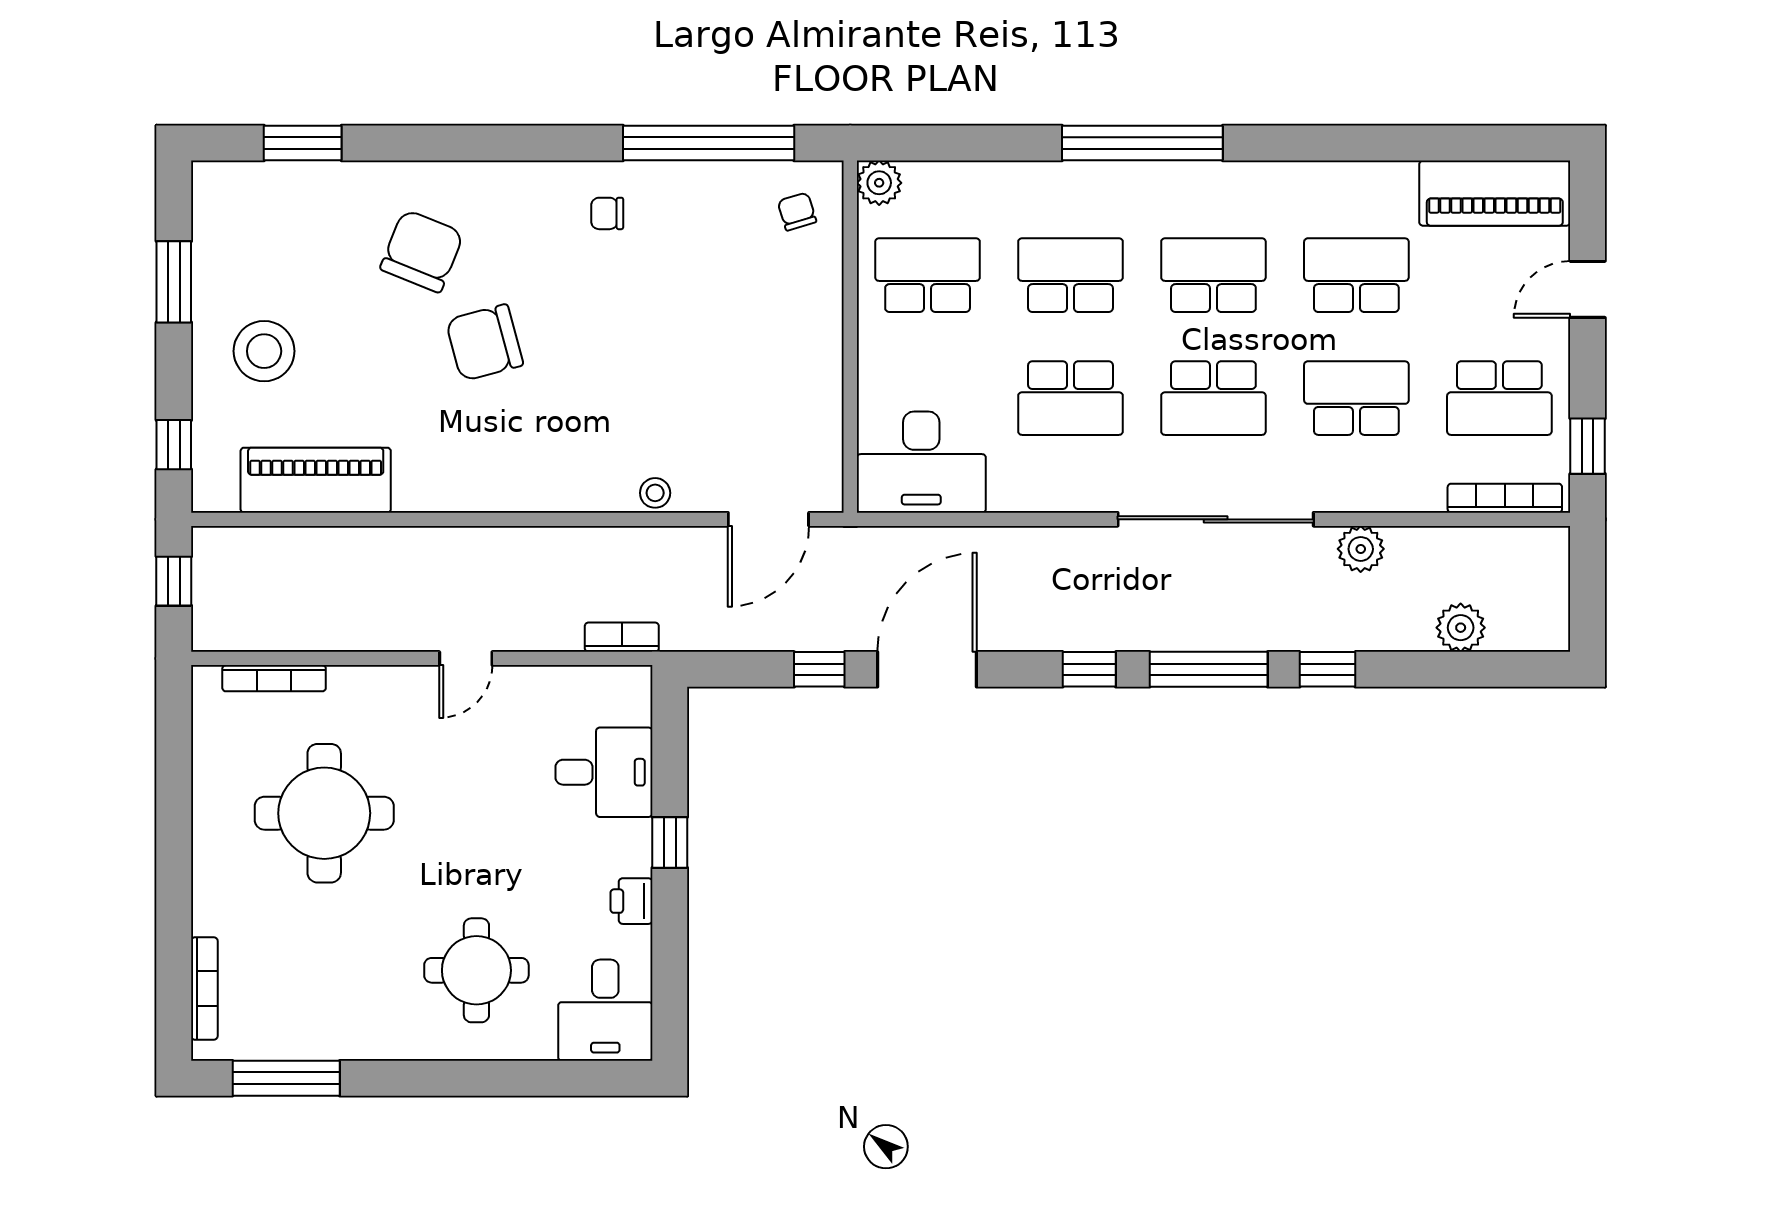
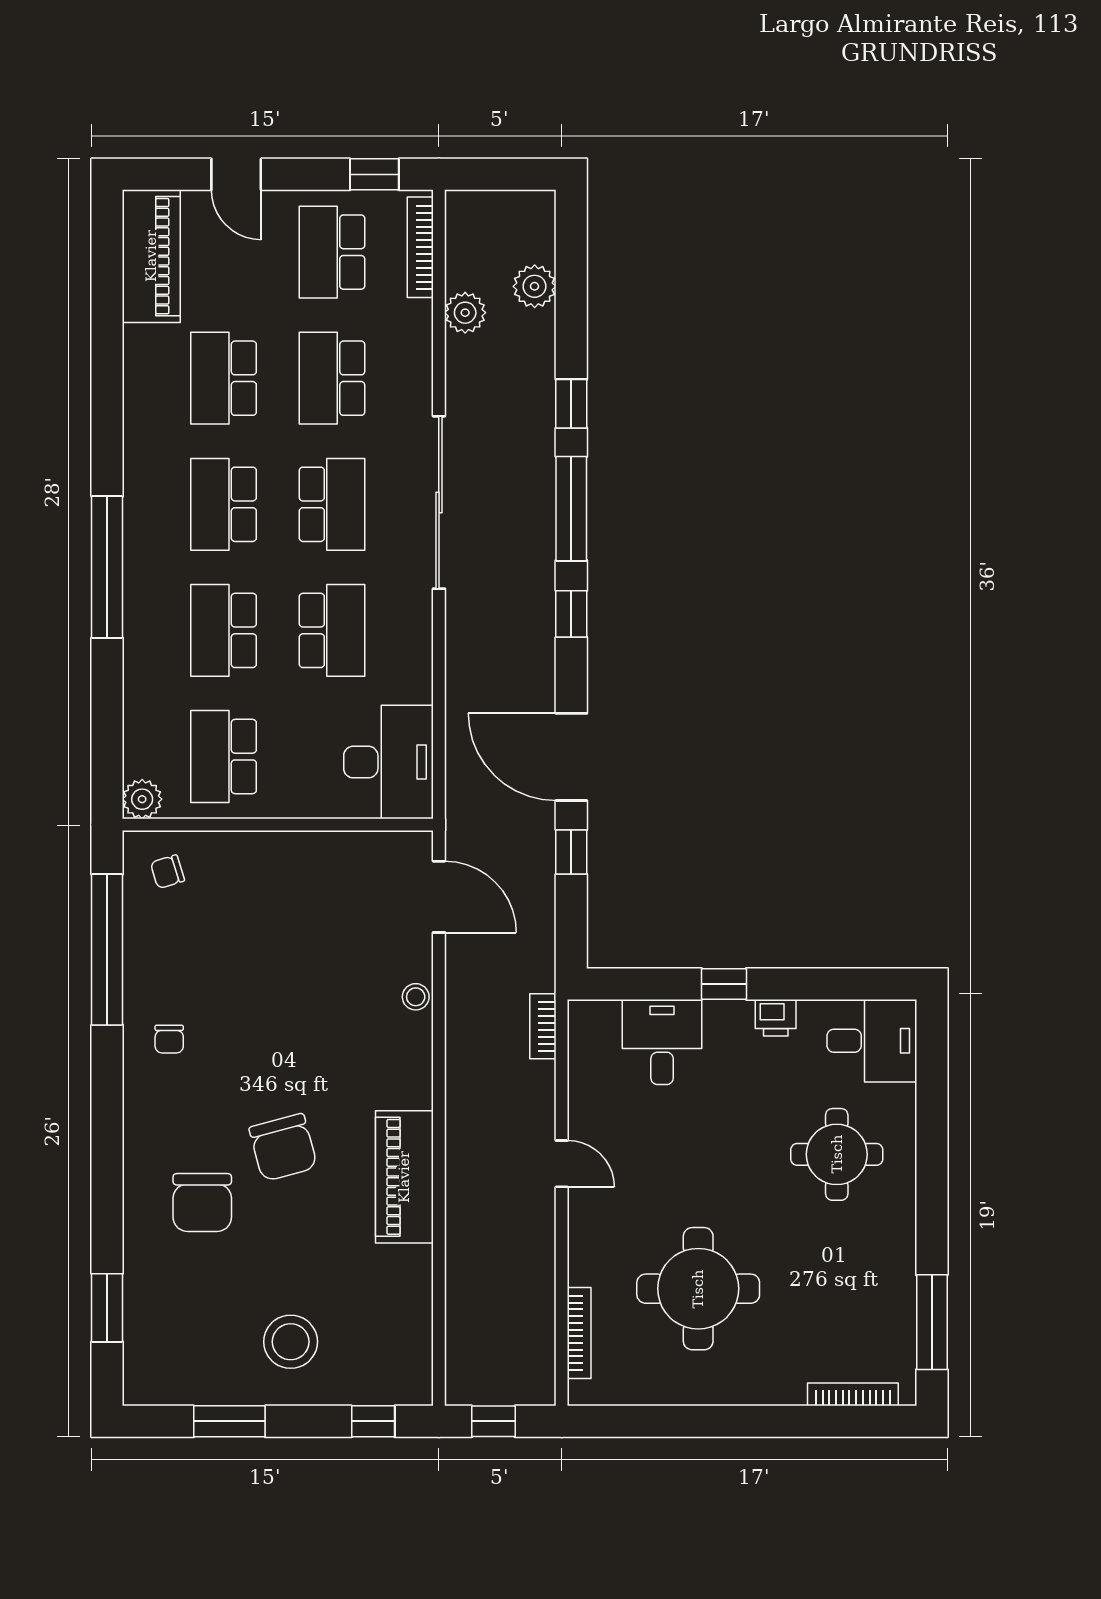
chair: (422, 251) -> (202, 1202), turned -112
school desk: (1499, 398) -> (332, 252), turned 180
piano: (316, 480) -> (404, 1177), moved
plant: (1361, 549) -> (465, 313), moved

